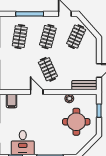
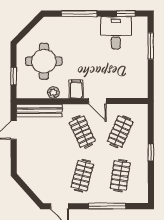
clothes rail: (76, 37) -> (120, 132), moved
bench: (84, 85) -> (39, 111), width x1.36
filing cabinet: (12, 101) -> (76, 89), moved

